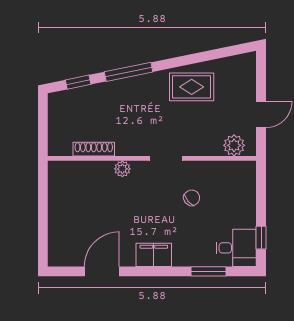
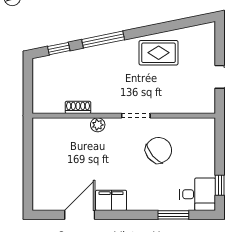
plant: (234, 145) -> (196, 104), removed
shoe rack: (94, 149) -> (78, 107), width x0.70
chair: (192, 198) -> (159, 150), width x1.87, depth x1.87
filing cabinet: (154, 255) -> (111, 200), moved

